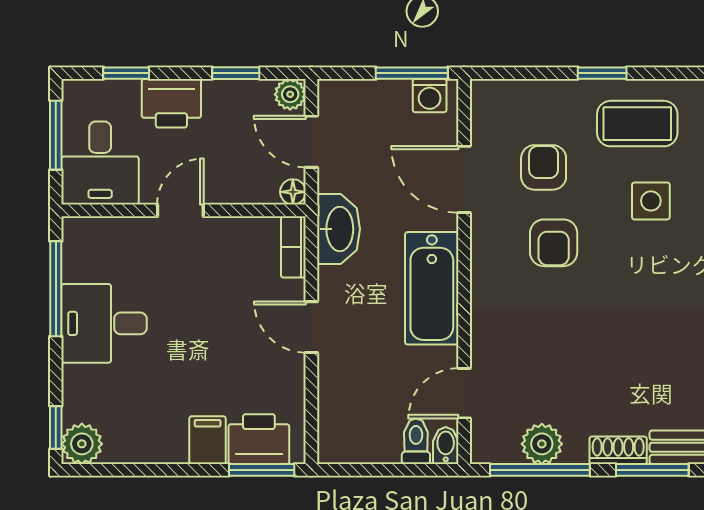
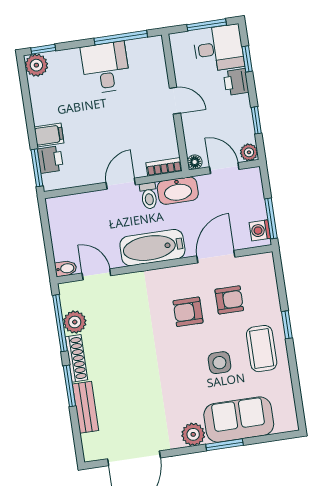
printer: (171, 103) -> (236, 82), width x0.73, depth x0.81
door: (311, 142) -> (224, 168), hinge flipped
desk: (100, 163) -> (218, 48), moved, turned 180
printer: (259, 439) -> (50, 160), width x0.73, depth x0.81
toilet: (416, 441) -> (149, 196), moved, turned 90
shoe rack: (618, 450) -> (76, 358), width x1.43

